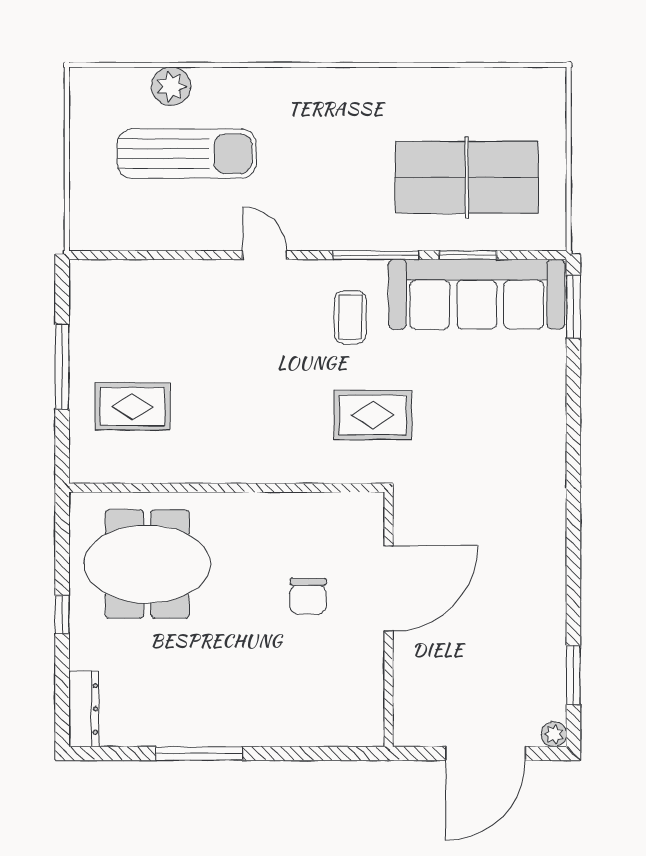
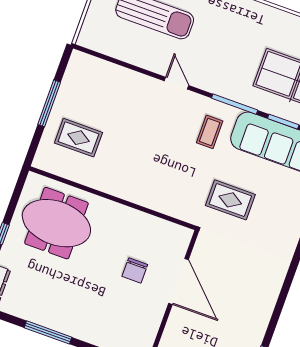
rug: (373, 415) -> (230, 200), moved
door: (389, 588) -> (179, 281), hinge flipped

